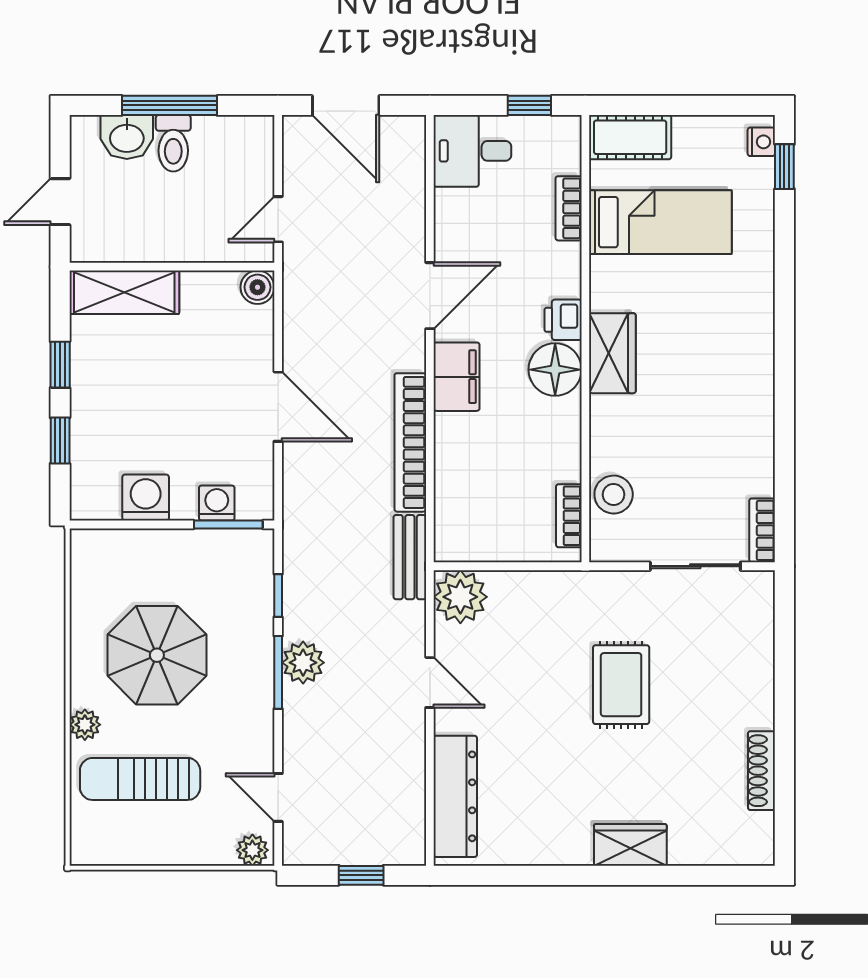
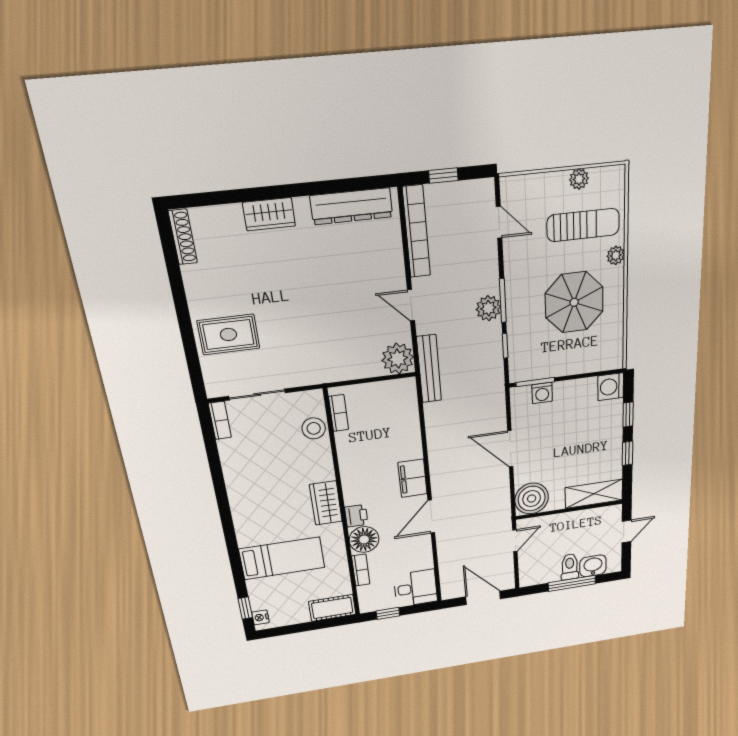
bed: (660, 222) -> (282, 558), moved, turned 180
boiler: (257, 287) -> (532, 499), width x1.86, depth x1.86
floor lamp: (555, 370) -> (364, 539), moved
bookcase: (410, 442) -> (416, 232), moved
washing machine: (146, 498) -> (611, 387), moved, turned 90
bench: (410, 557) -> (429, 369), width x1.36
rug: (621, 685) -> (228, 334), moved, turned 90
shoe rack: (761, 771) -> (183, 237), moved
dresser: (455, 796) -> (351, 206), moved, turned -90
plant: (252, 850) -> (579, 179), moved

